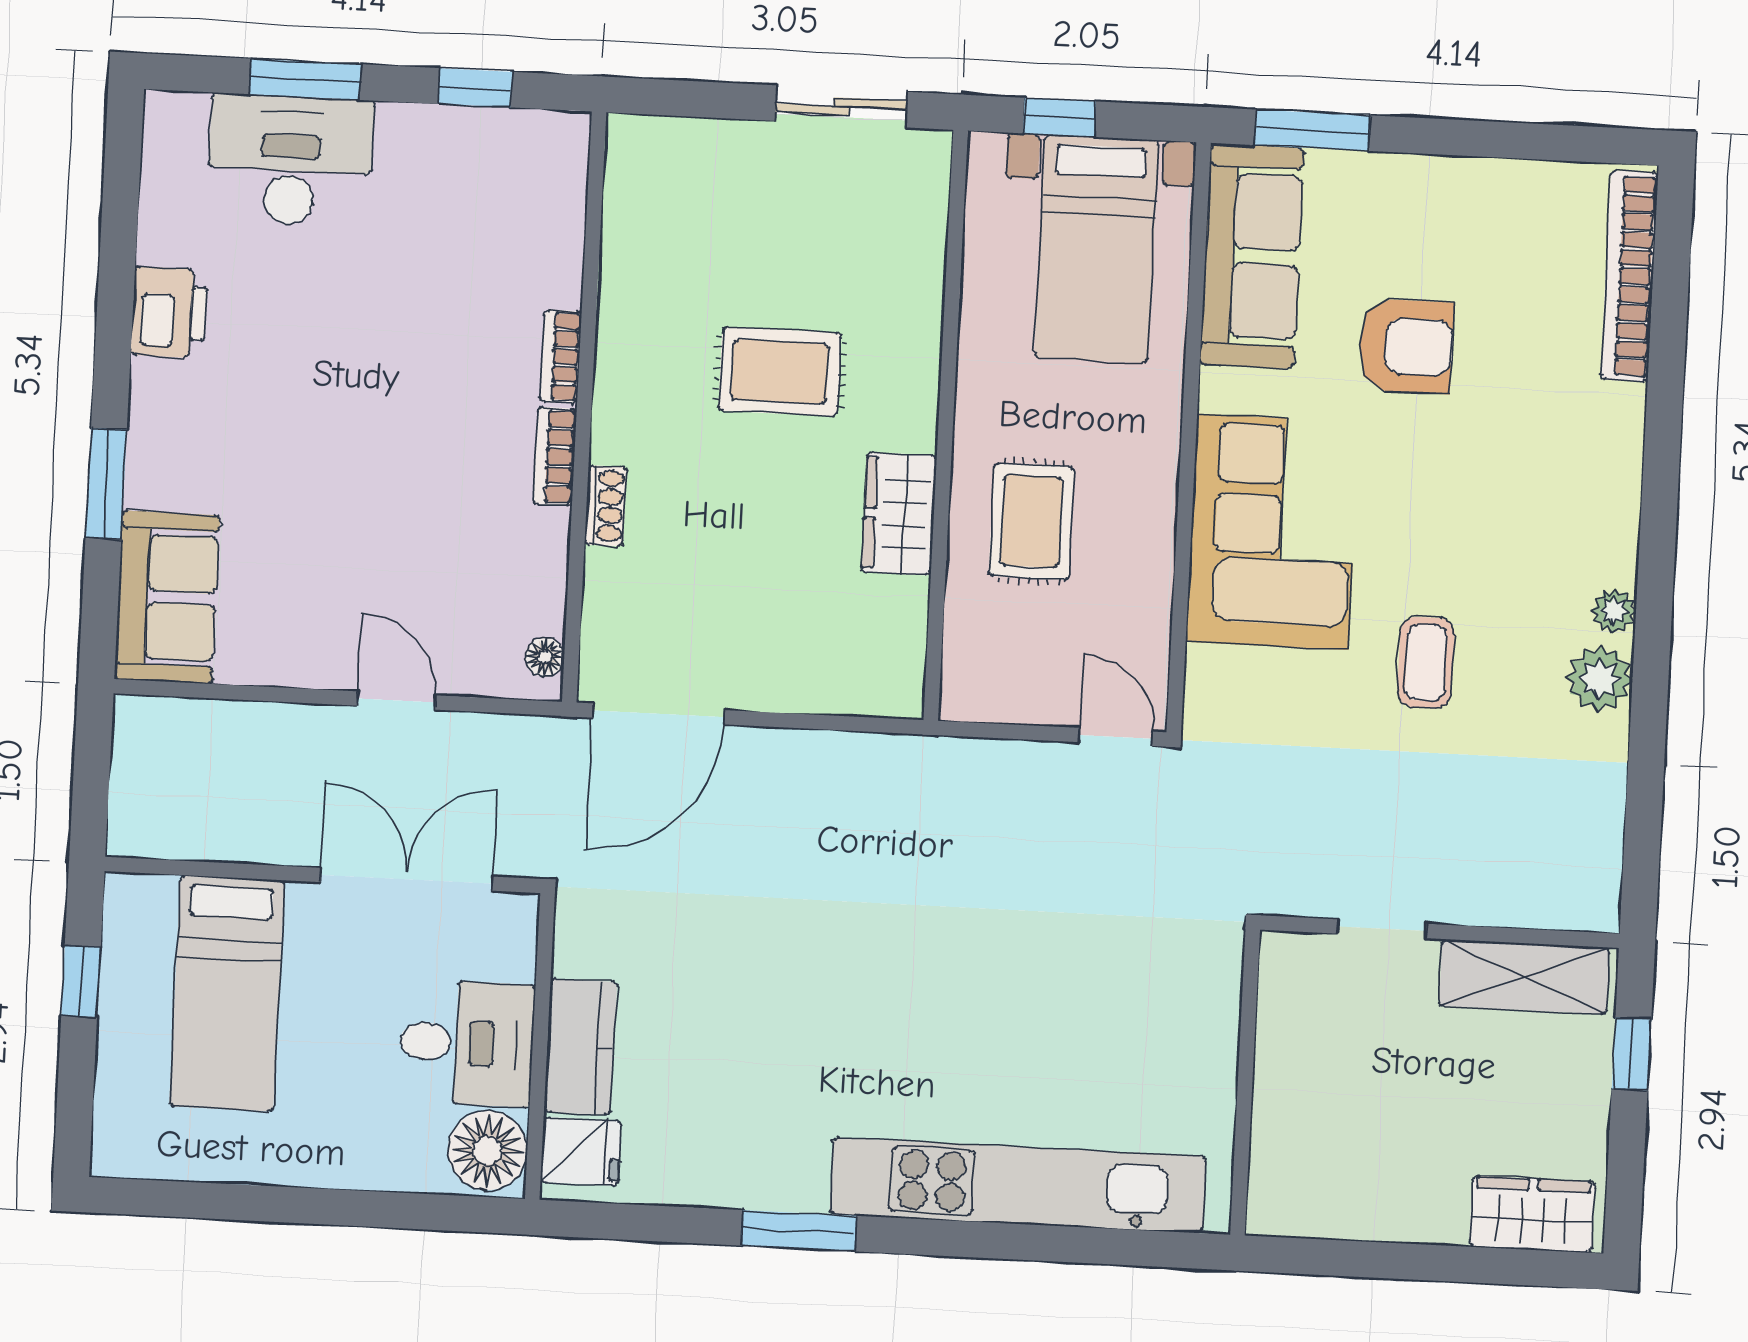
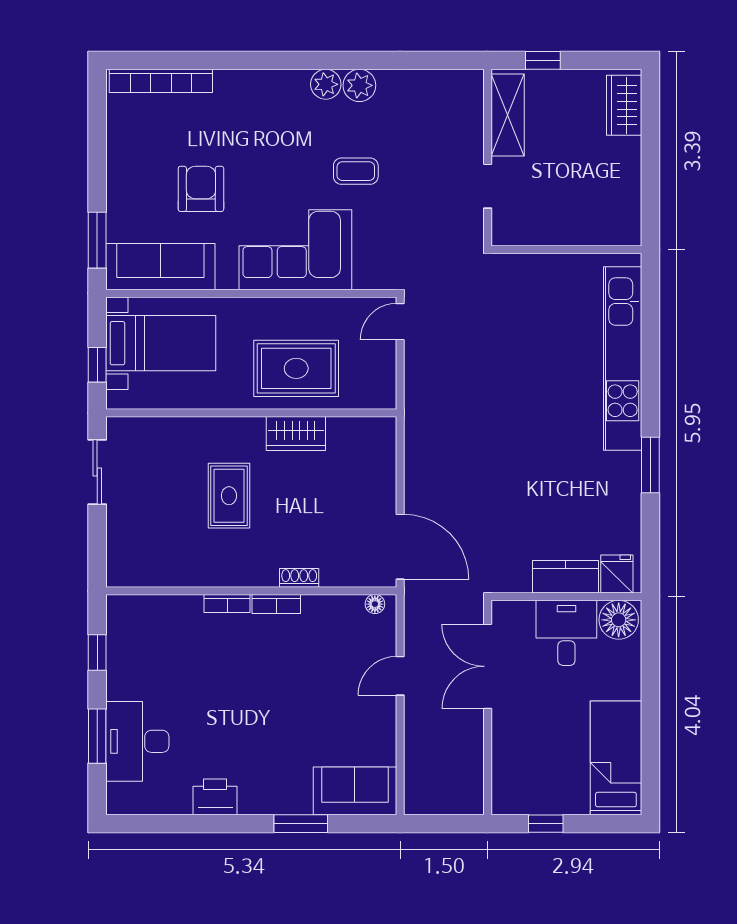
rug: (1031, 521) -> (296, 368), width x1.36, depth x1.43
plant: (1614, 611) -> (326, 84), width x1.38, depth x1.38
bed: (227, 993) -> (616, 758), moved, turned -90

